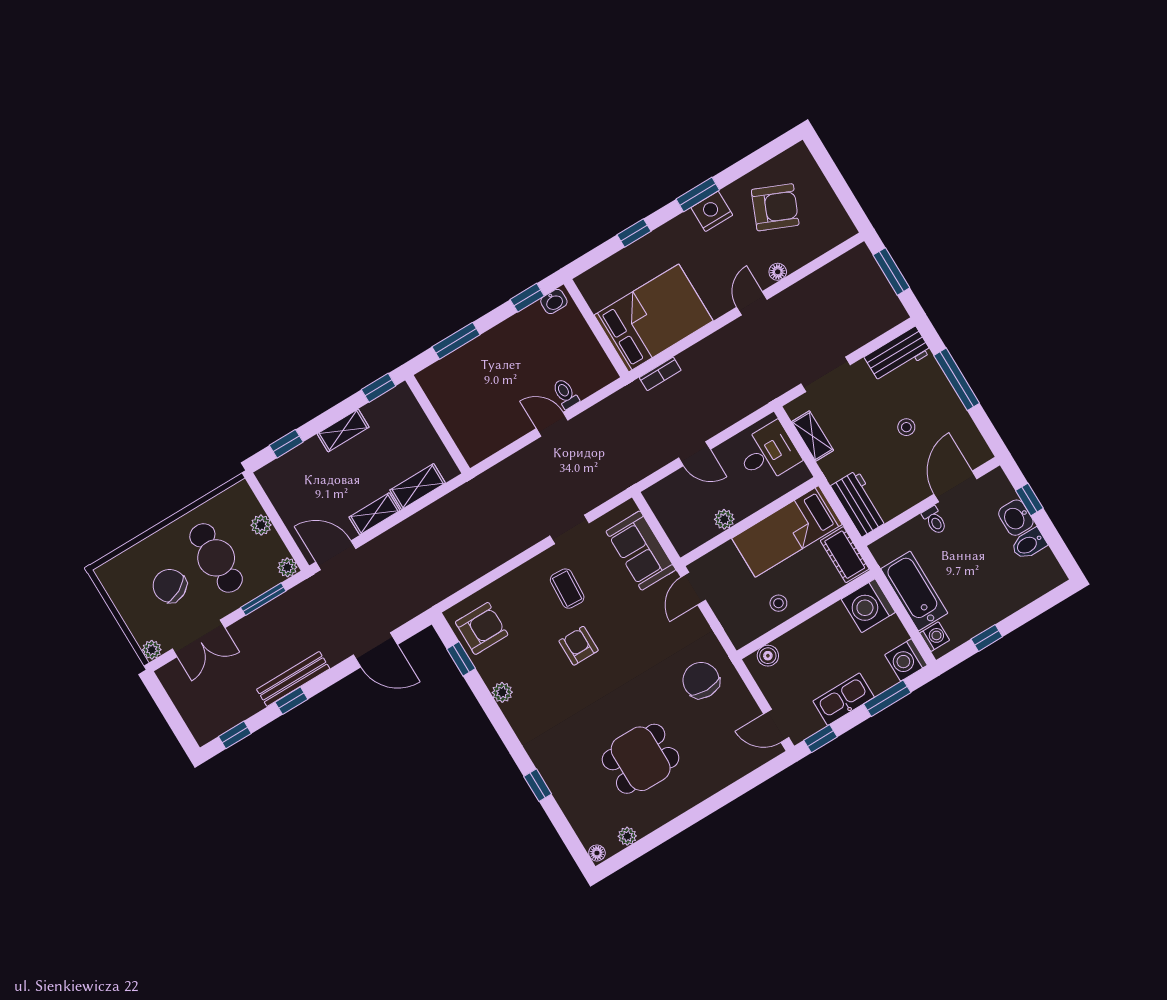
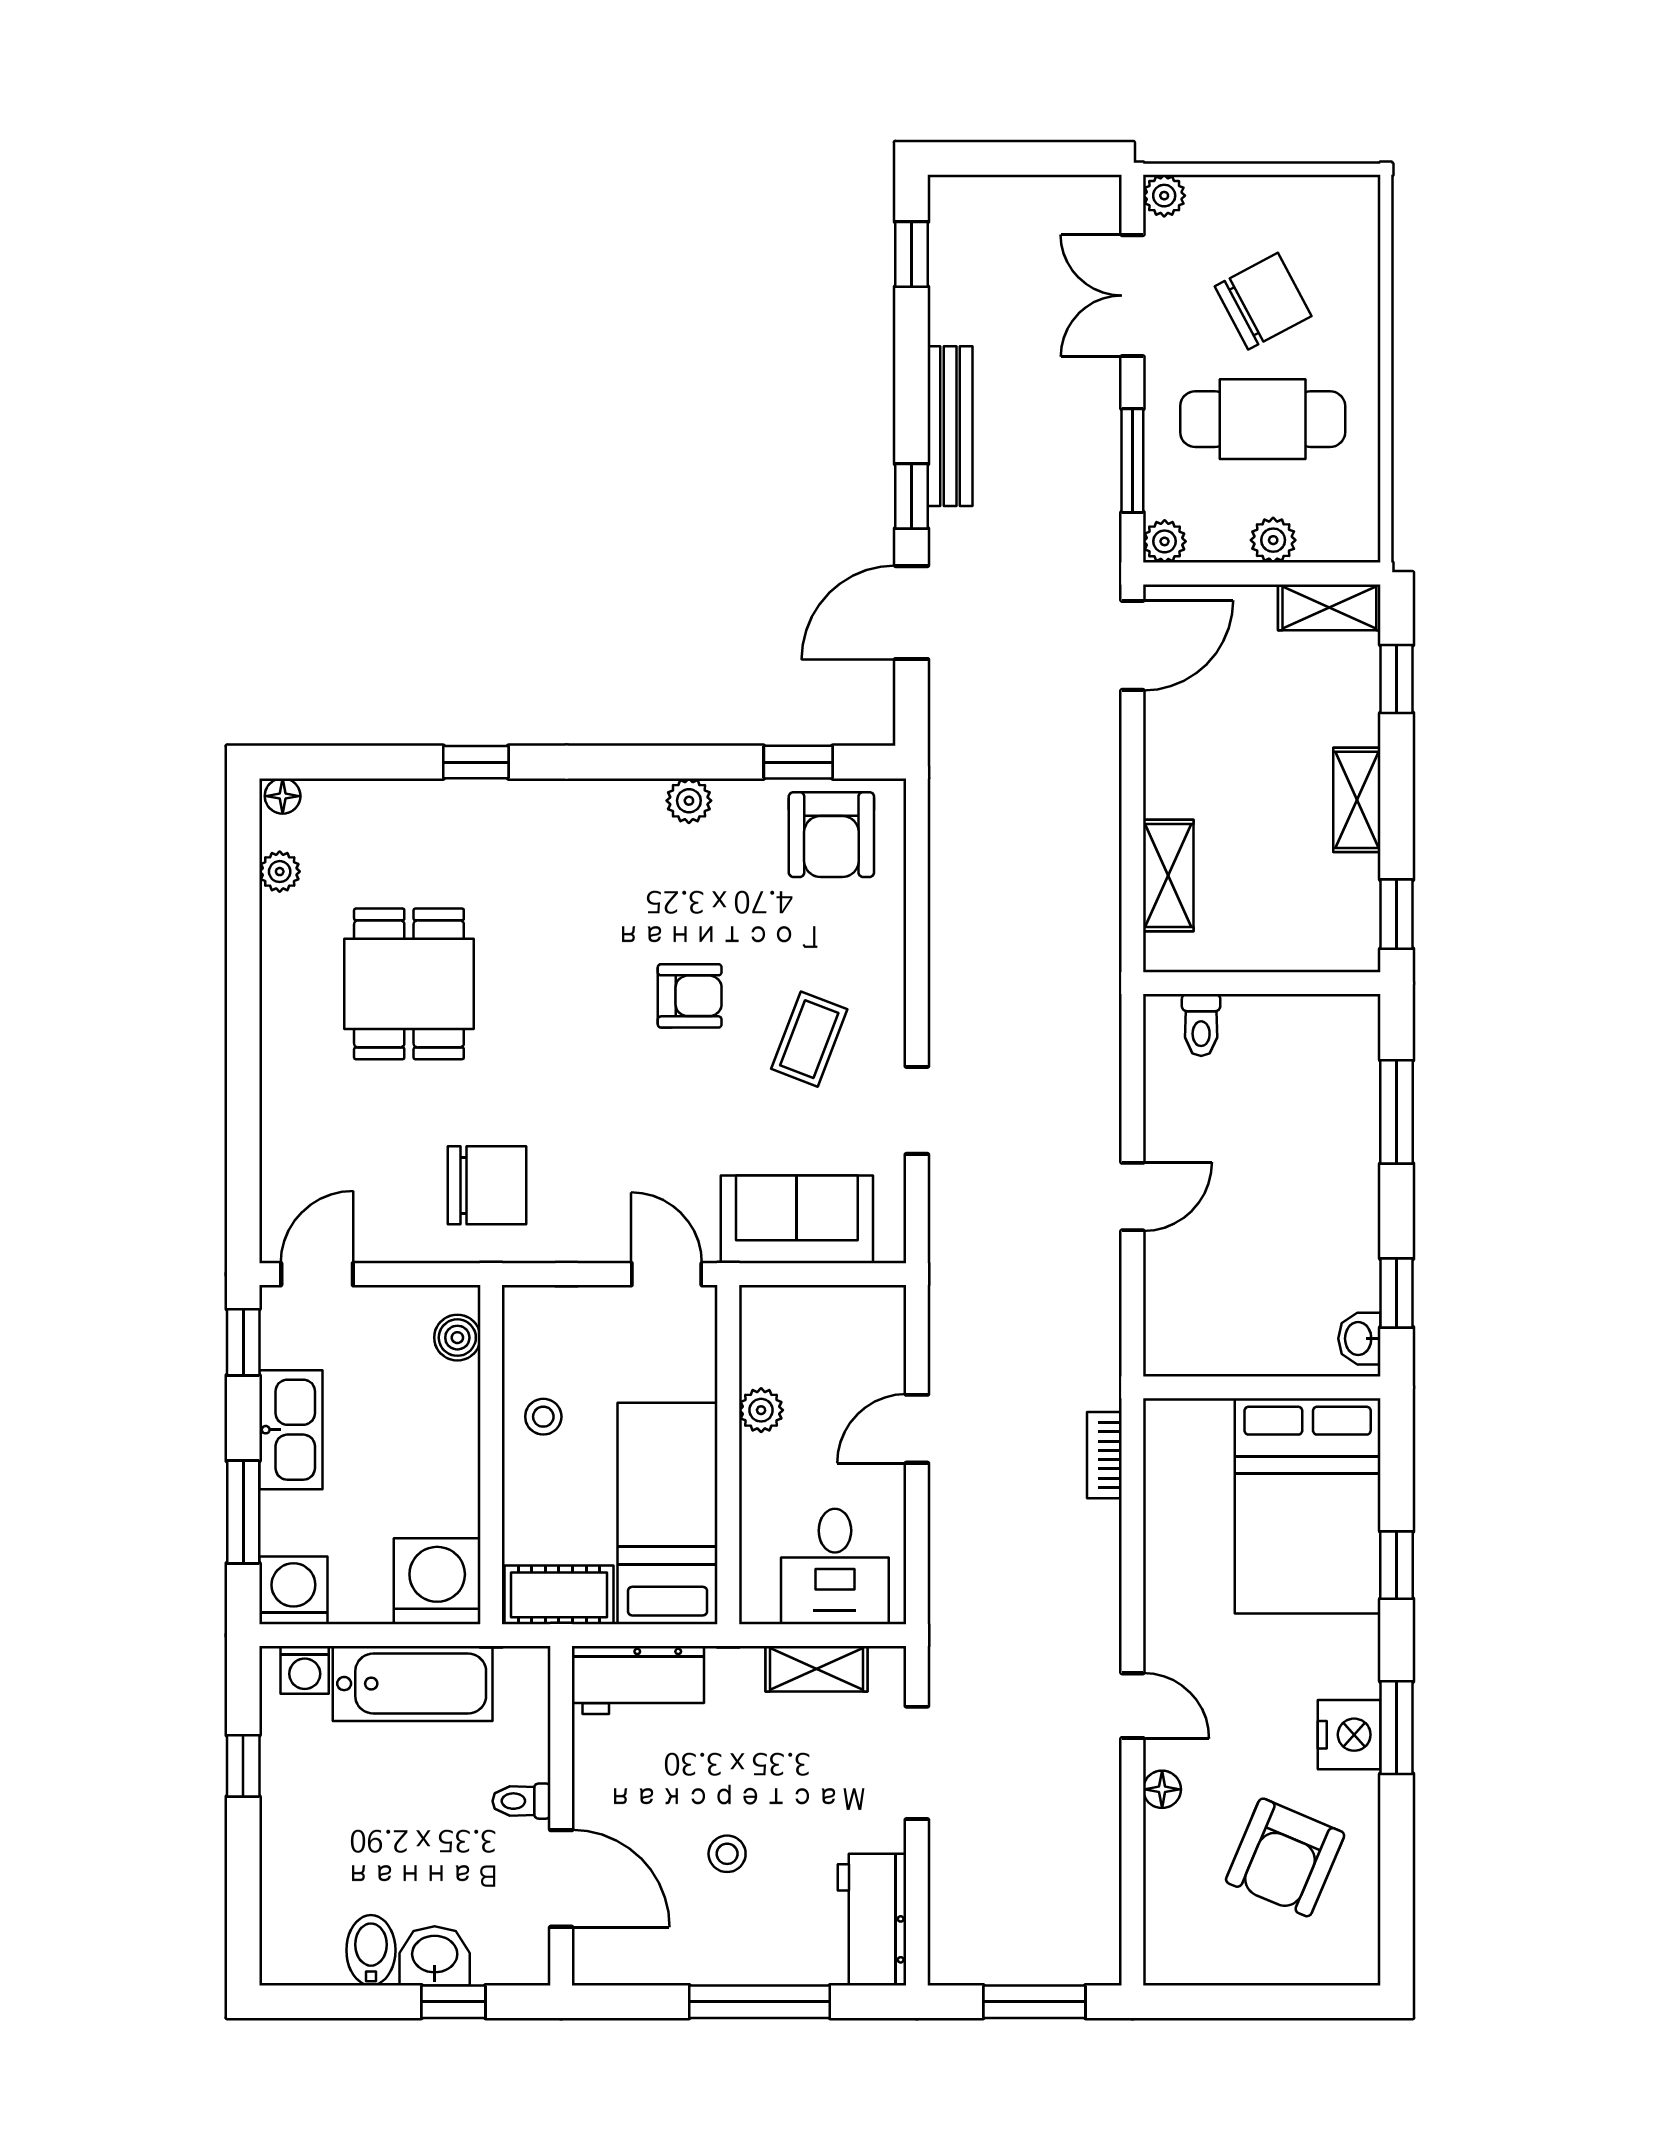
bed: (654, 318) -> (1308, 1506), moved
toilet: (566, 394) -> (1201, 1025), moved, turned 90
shelving: (374, 514) -> (1329, 607), moved, turned 90
coffee table: (567, 589) -> (809, 1039), turned -72
window: (291, 701) -> (912, 496), moved

